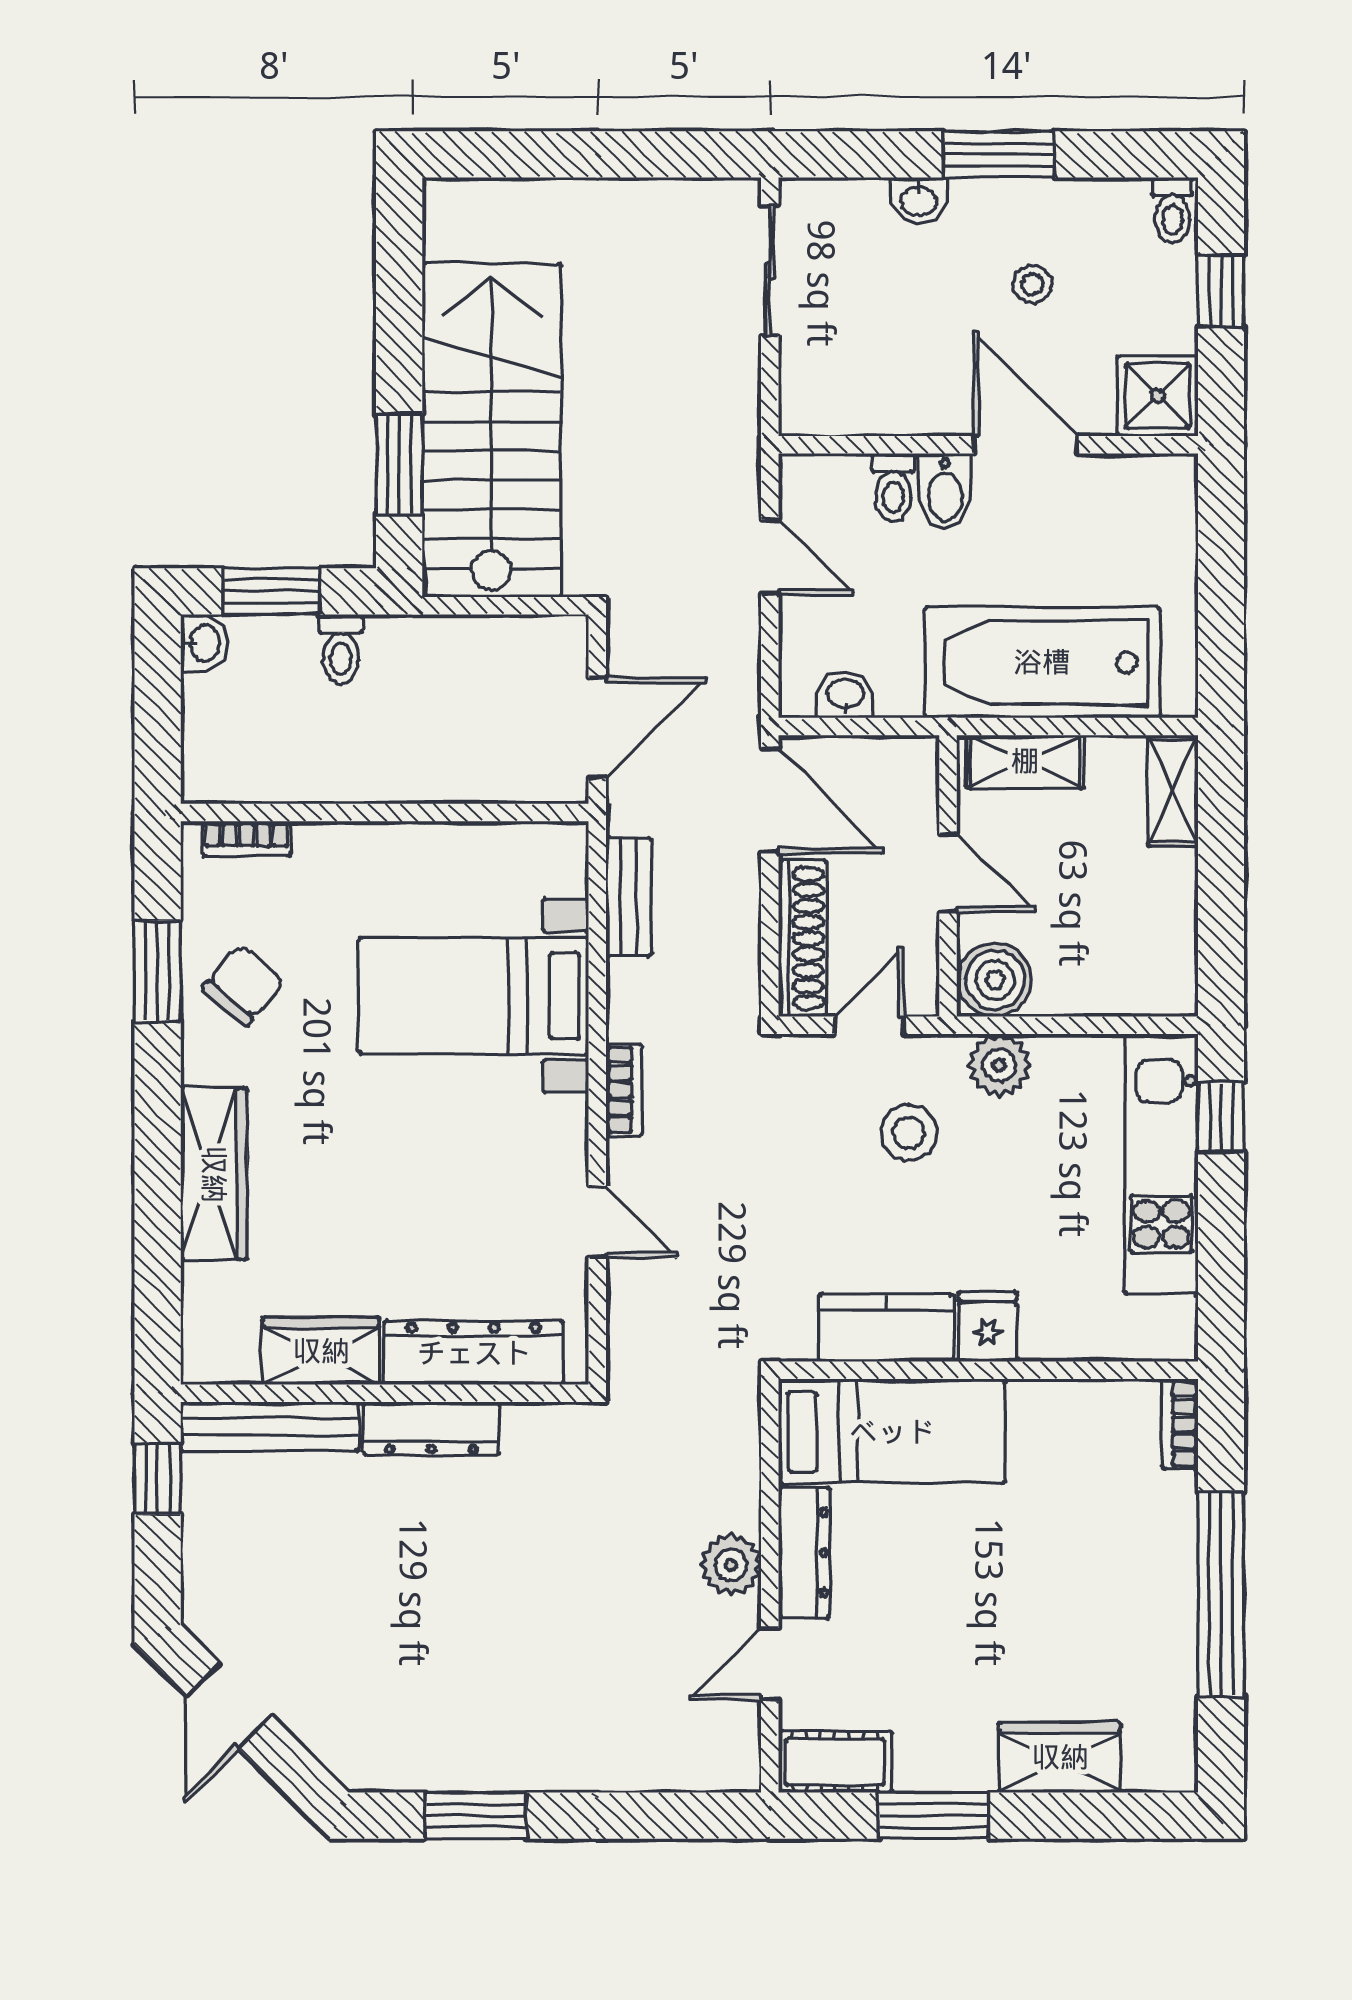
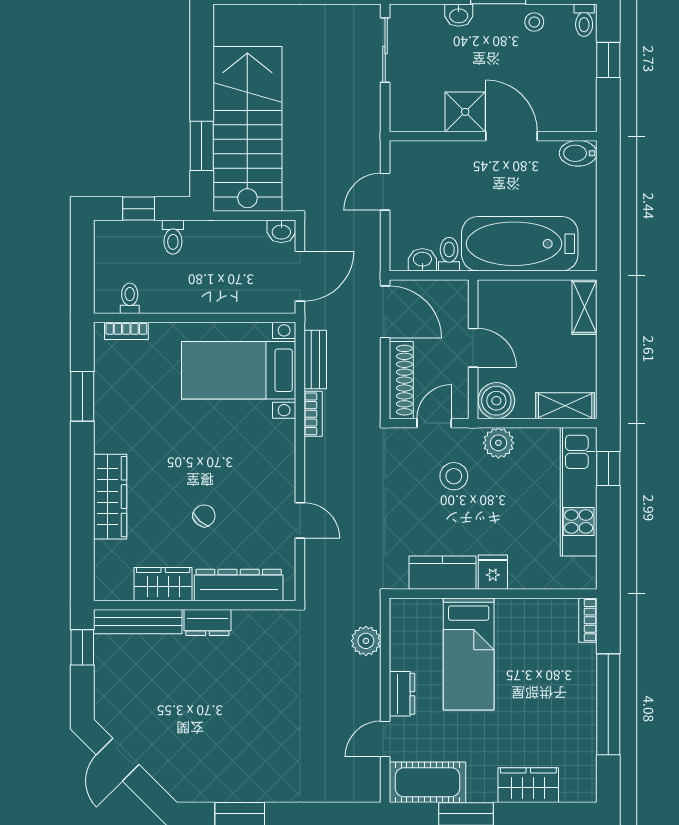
stool: (1033, 284) -> (534, 22), moved
shower: (1158, 396) -> (465, 112), moved
toilet: (893, 487) -> (449, 254), moved, turned 180
bidet: (945, 491) -> (578, 153), moved, turned 90
door: (770, 557) -> (385, 192), swing flipped
window: (272, 591) -> (139, 209), width x0.67
washbasin: (204, 643) -> (281, 231), moved, turned 90
shelving: (1025, 761) -> (565, 406), moved
toilet: (253, 773) -> (130, 298), added
chair: (243, 985) -> (204, 516), moved, width x0.73, depth x0.73
bed with nightstands: (474, 996) -> (239, 370), moved
bookcase: (624, 1090) -> (313, 414), moved
dresser: (431, 1428) -> (207, 622), width x0.70
bed: (892, 1432) -> (469, 654), moved, turned 90
dresser: (804, 1553) -> (402, 694), width x0.70
plant: (731, 1565) -> (366, 641), moved
cot: (835, 1762) -> (428, 782), width x1.37, depth x1.34

